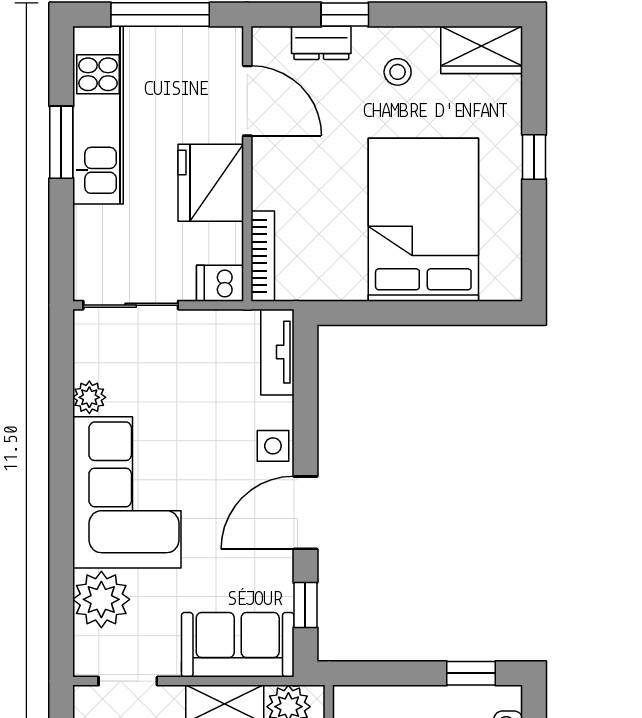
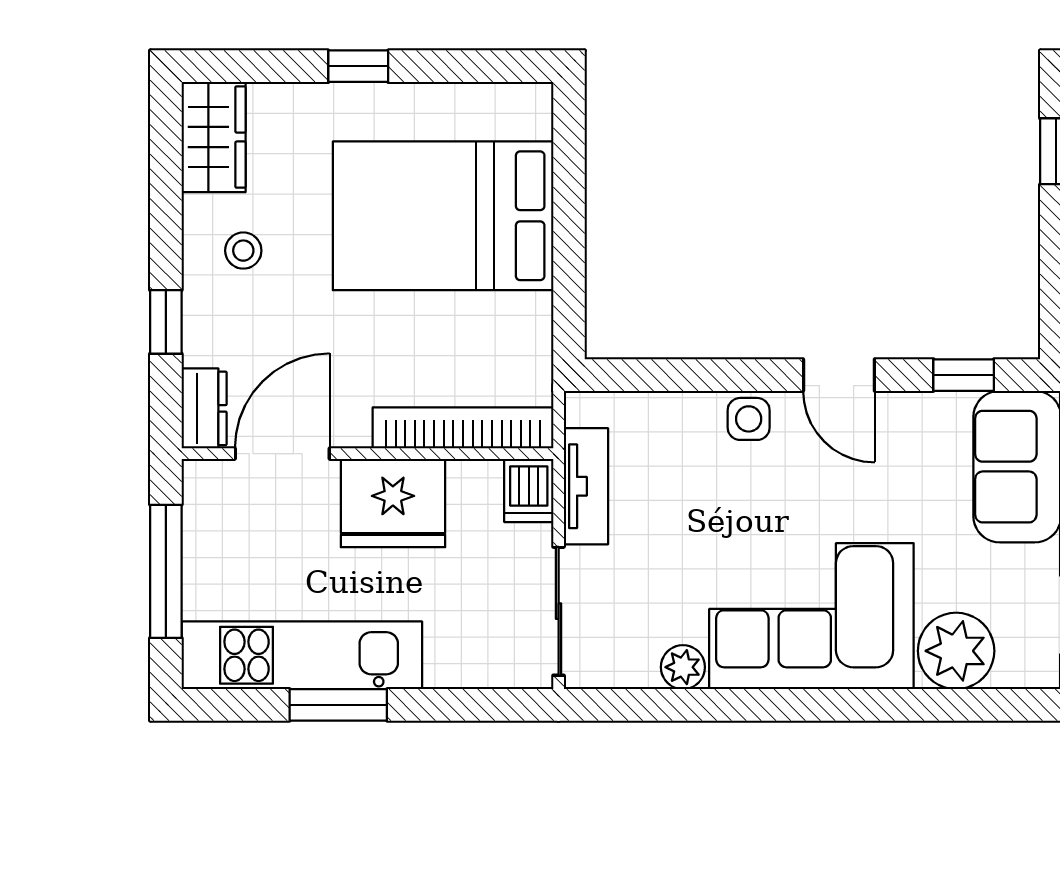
dresser: (321, 43) -> (204, 408), moved
bookcase: (263, 256) -> (463, 428), width x1.48, depth x1.31
tv unit: (277, 352) -> (586, 486), moved, turned -90
door: (305, 513) -> (839, 375), width x0.73

